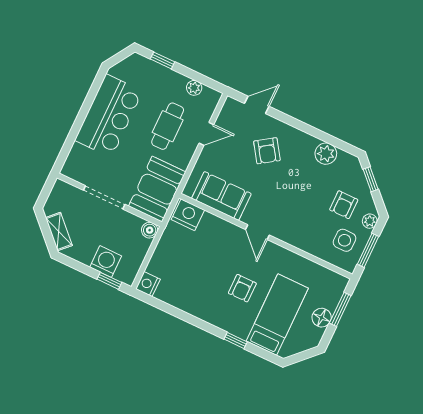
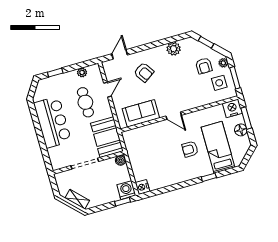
nightstand: (188, 215) -> (232, 108), moved
washing machine: (106, 262) -> (126, 190), moved
armchair: (242, 288) -> (190, 149), turned 90

